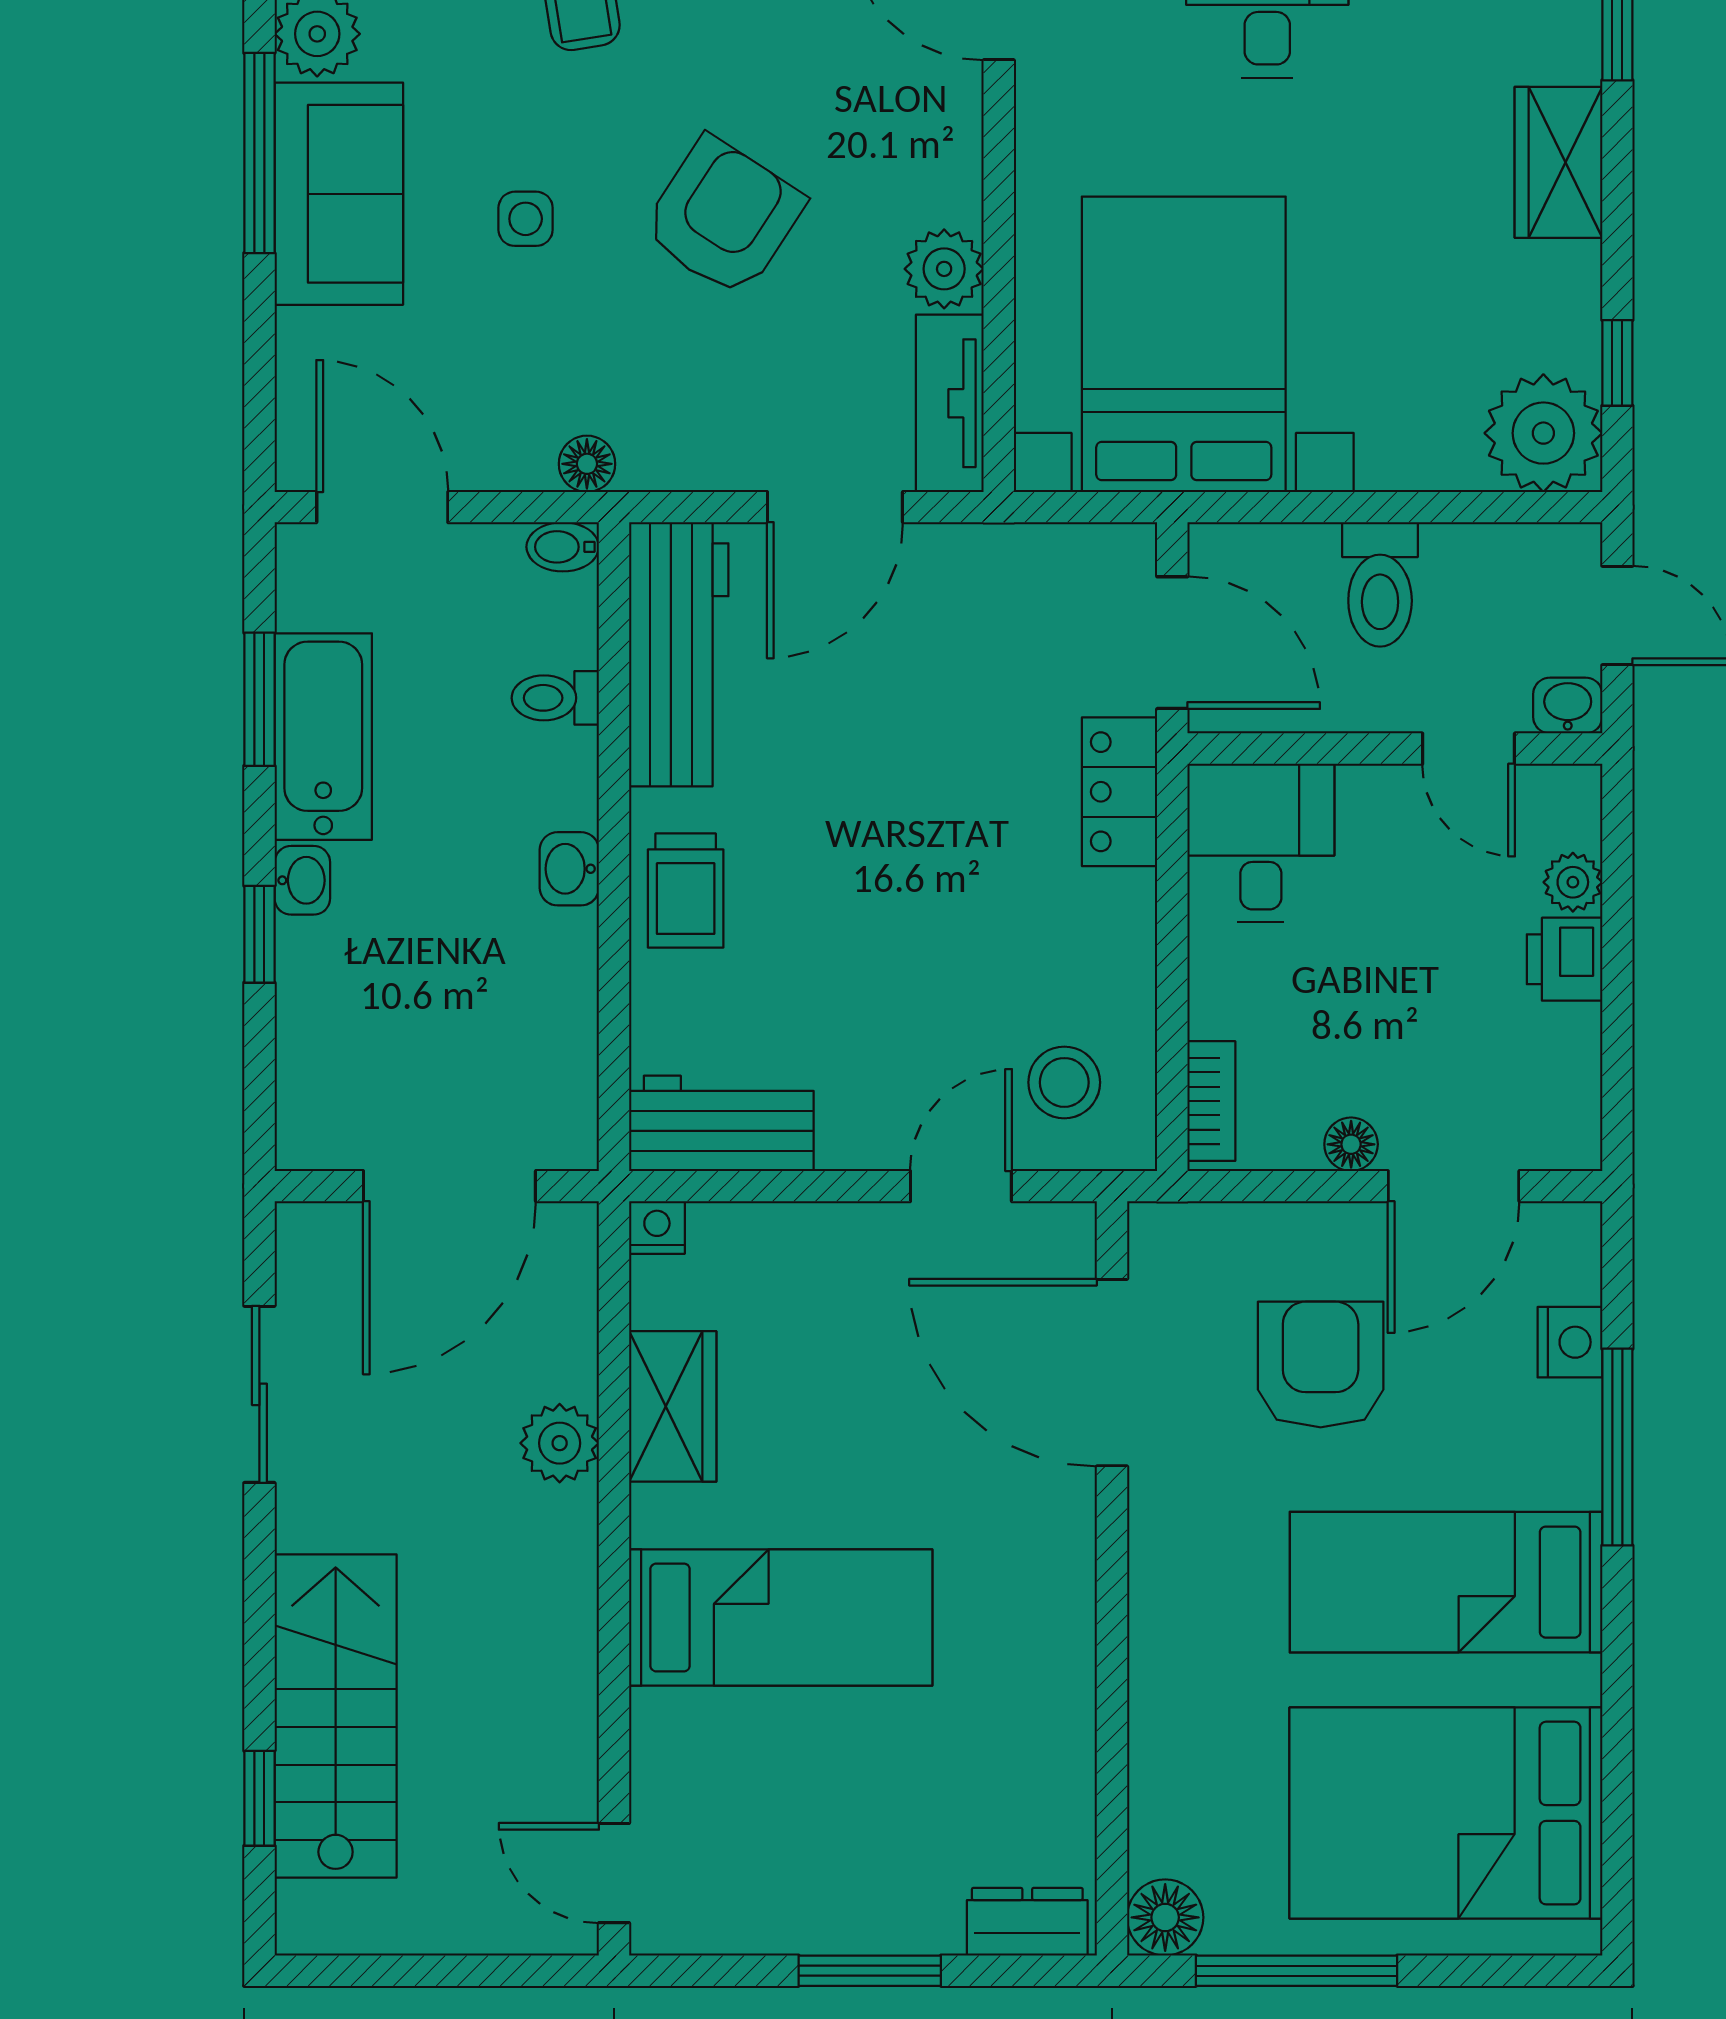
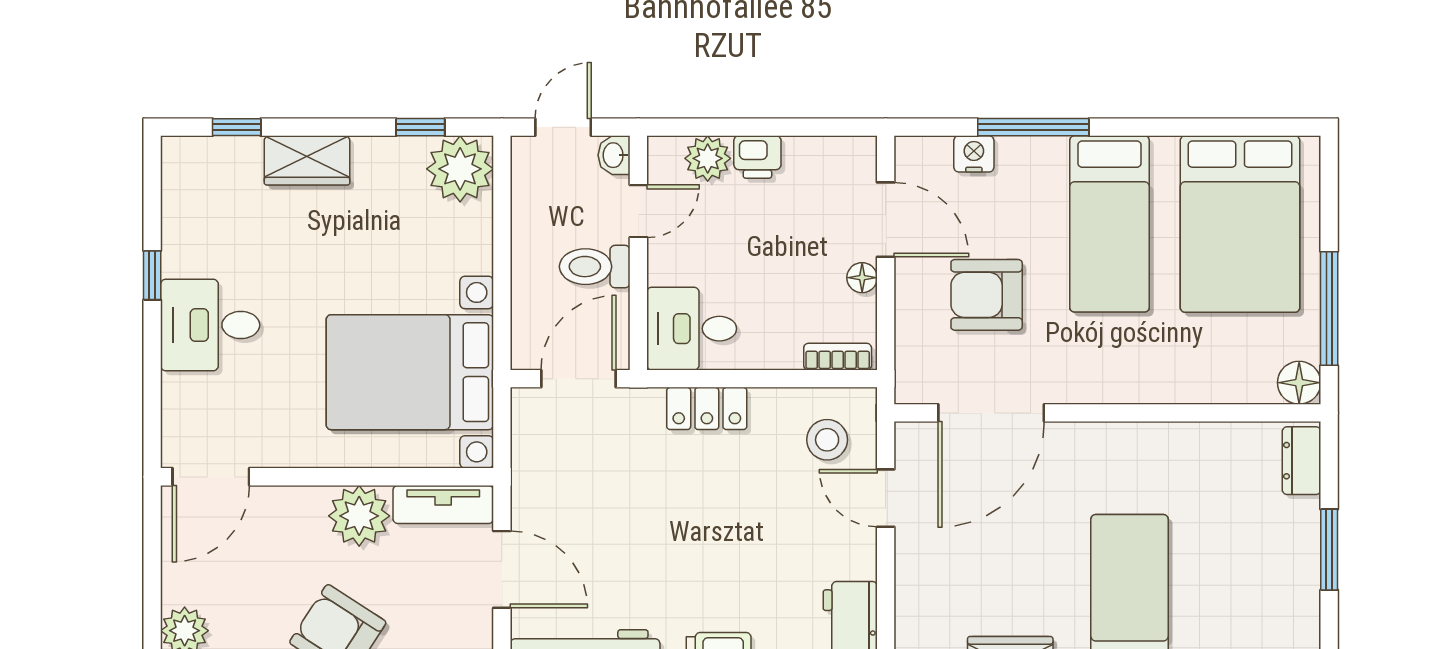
plant: (944, 269) -> (359, 516), width x1.36, depth x1.36
toilet: (1380, 584) -> (595, 267), moved, turned 180
locker: (1120, 792) -> (707, 408), moved
plant: (1573, 882) -> (708, 158), width x1.38, depth x1.38

